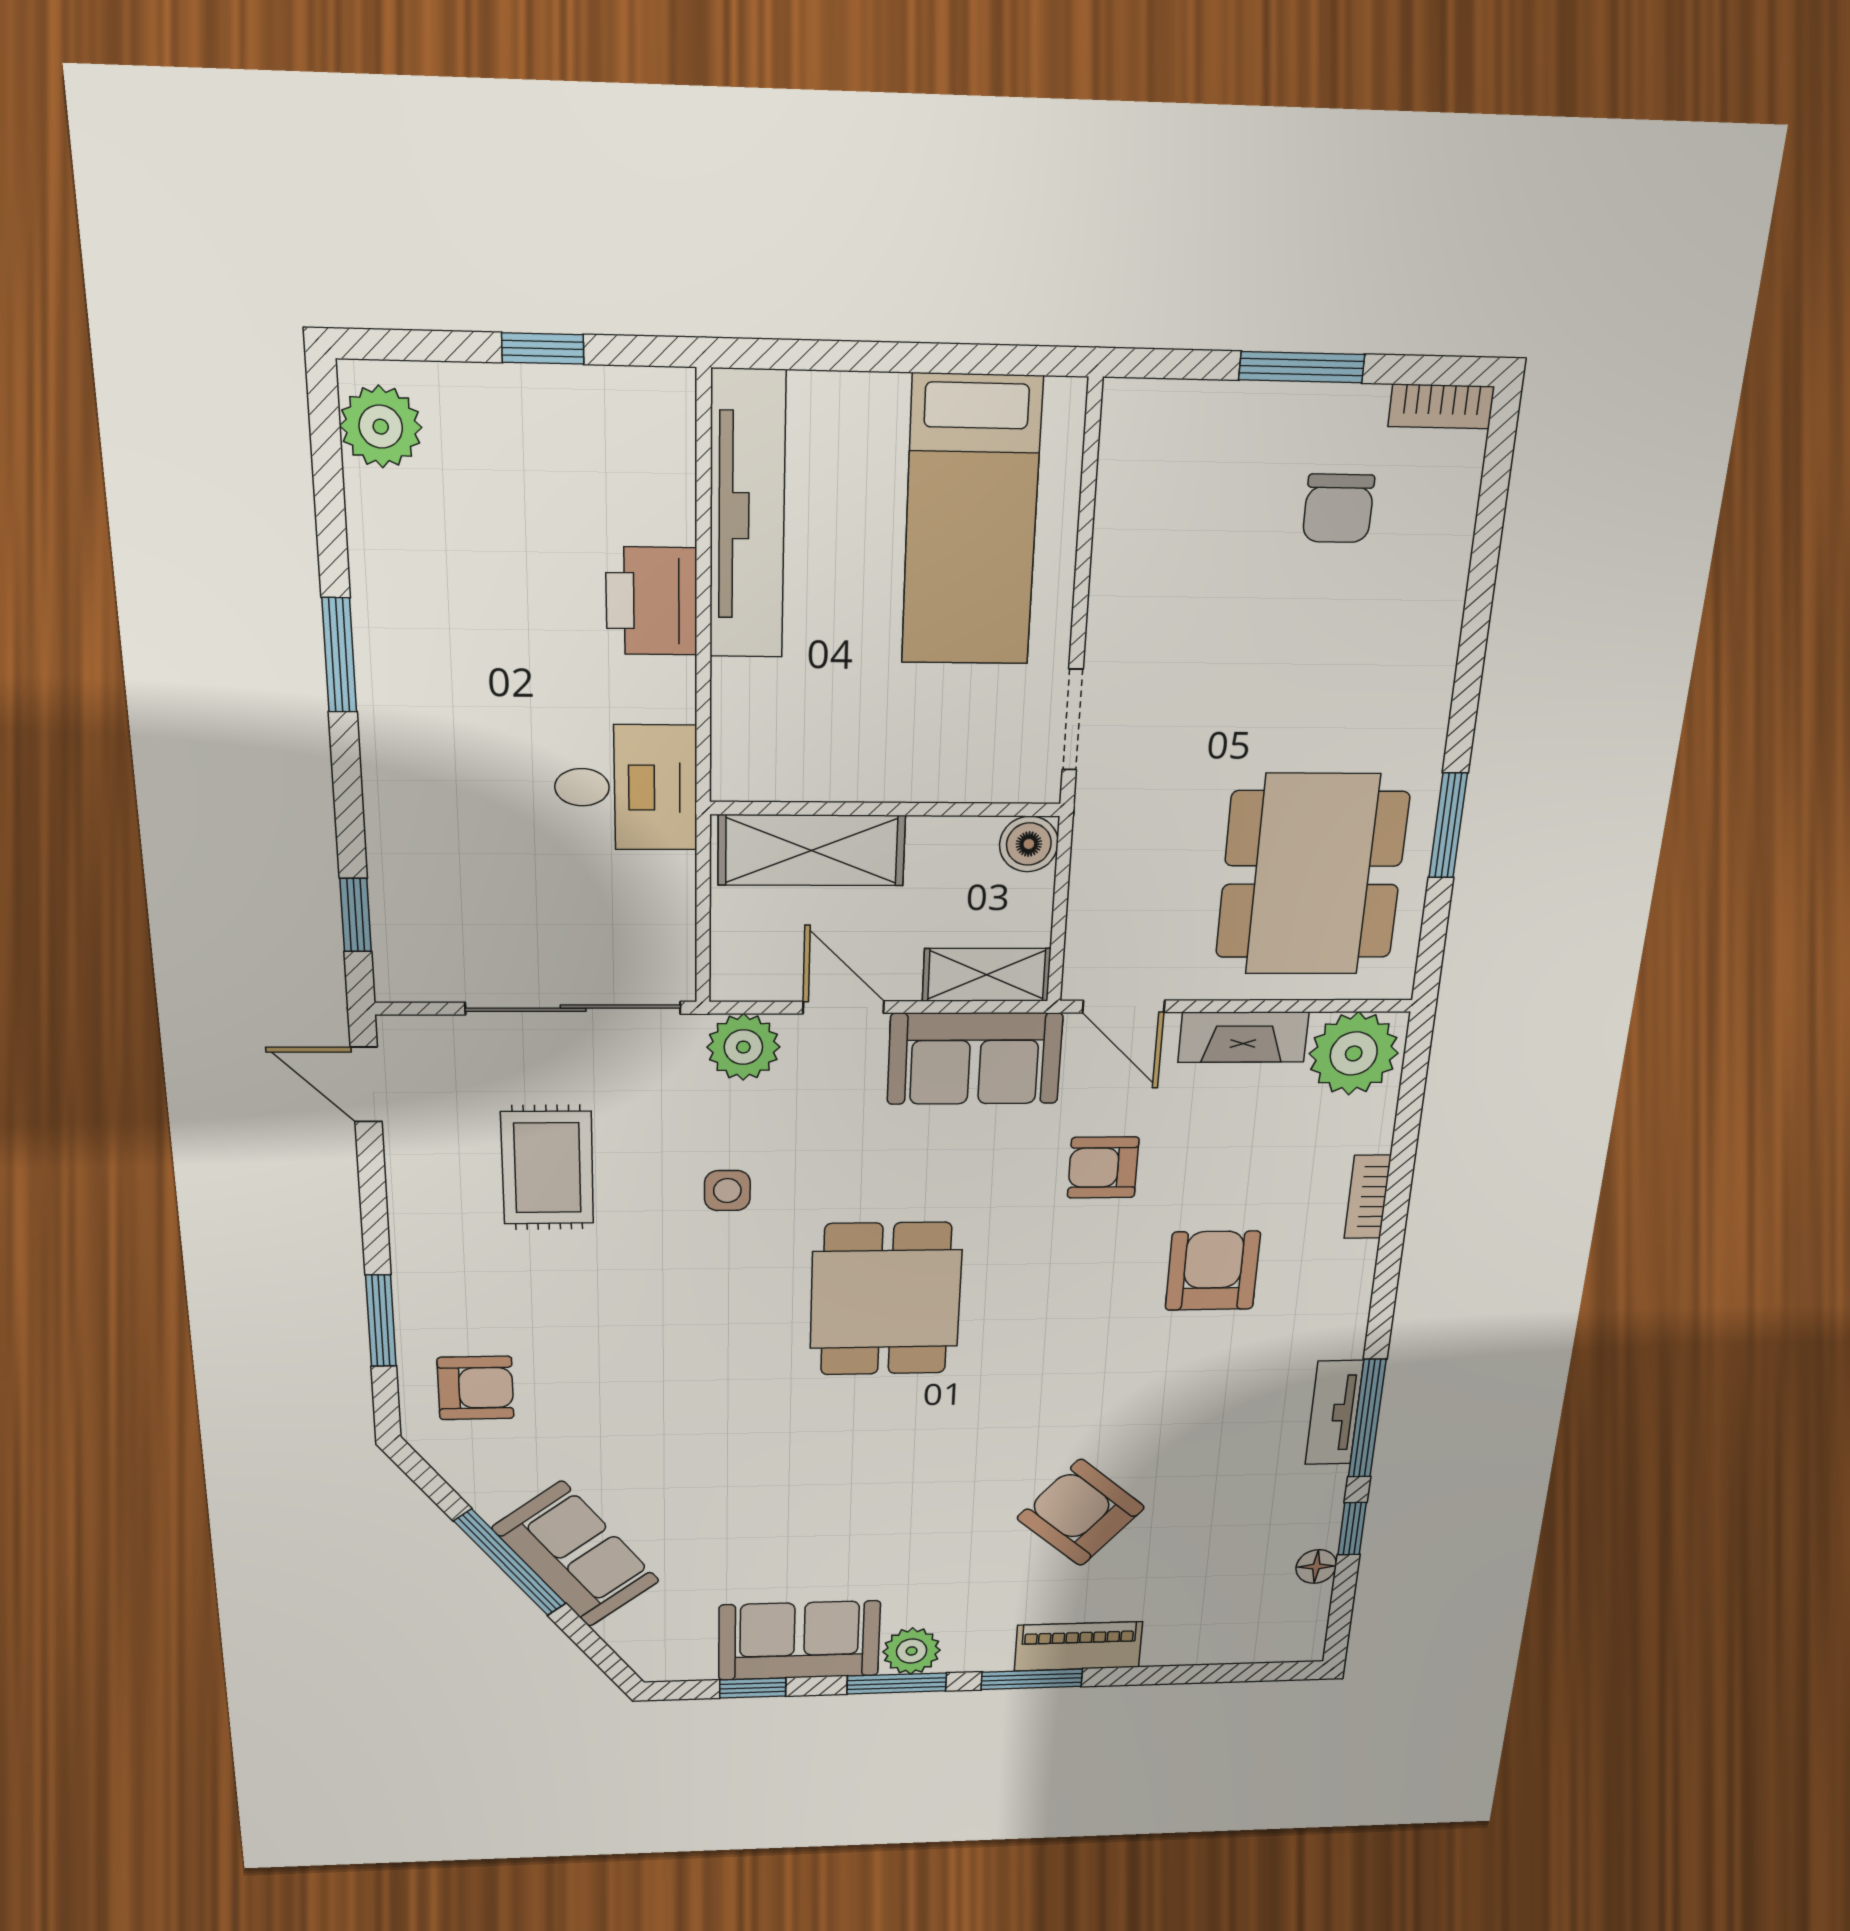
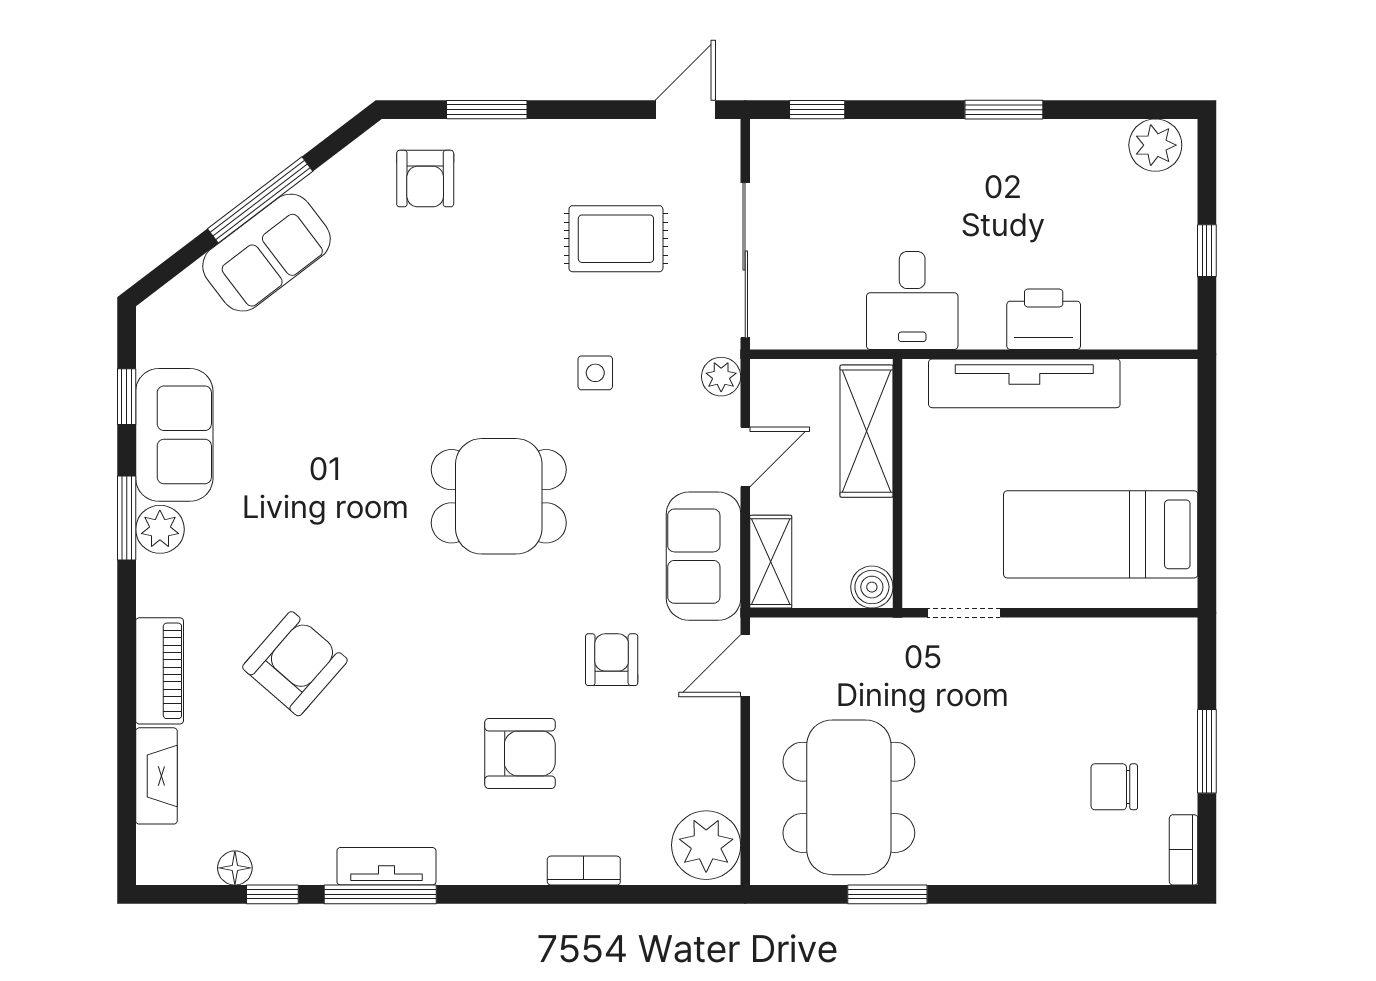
tv unit: (747, 516) -> (1024, 383), moved
dining table: (1312, 875) -> (849, 797), turned 90
fireplace: (1243, 1037) -> (156, 776), moved, turned 180
plant: (743, 1047) -> (721, 377), width x0.73, depth x0.73
window: (1032, 1679) -> (127, 633), removed

